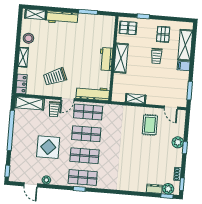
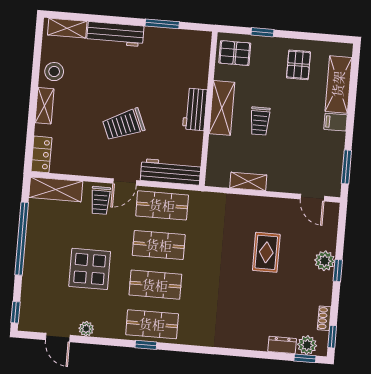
trolley: (156, 56) -> (260, 121), moved
trolley: (55, 77) -> (124, 125), moved
rug: (150, 125) -> (266, 252), moved

